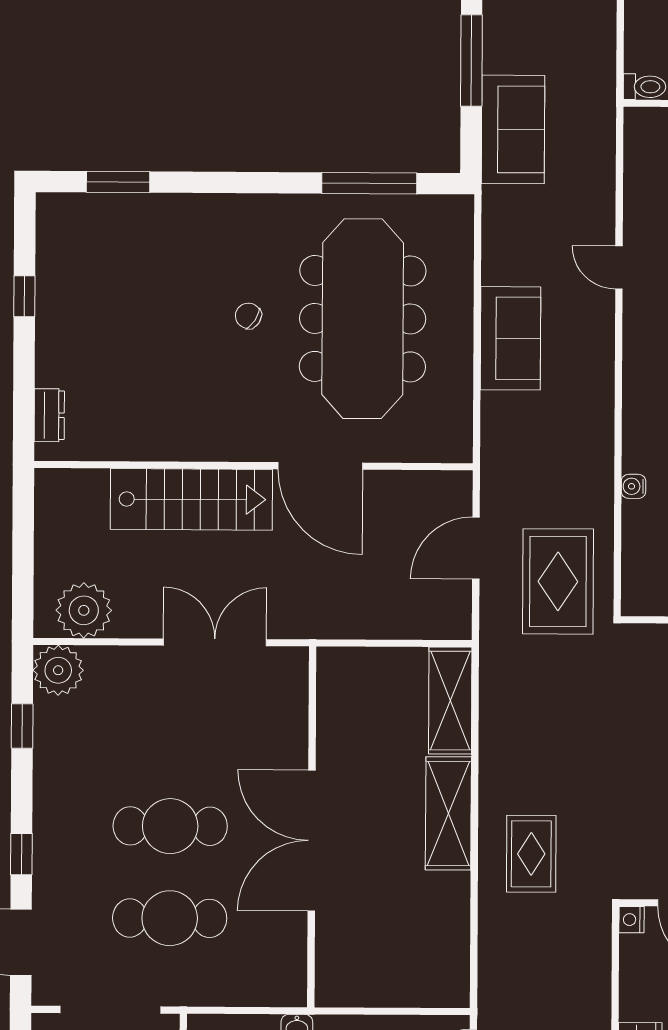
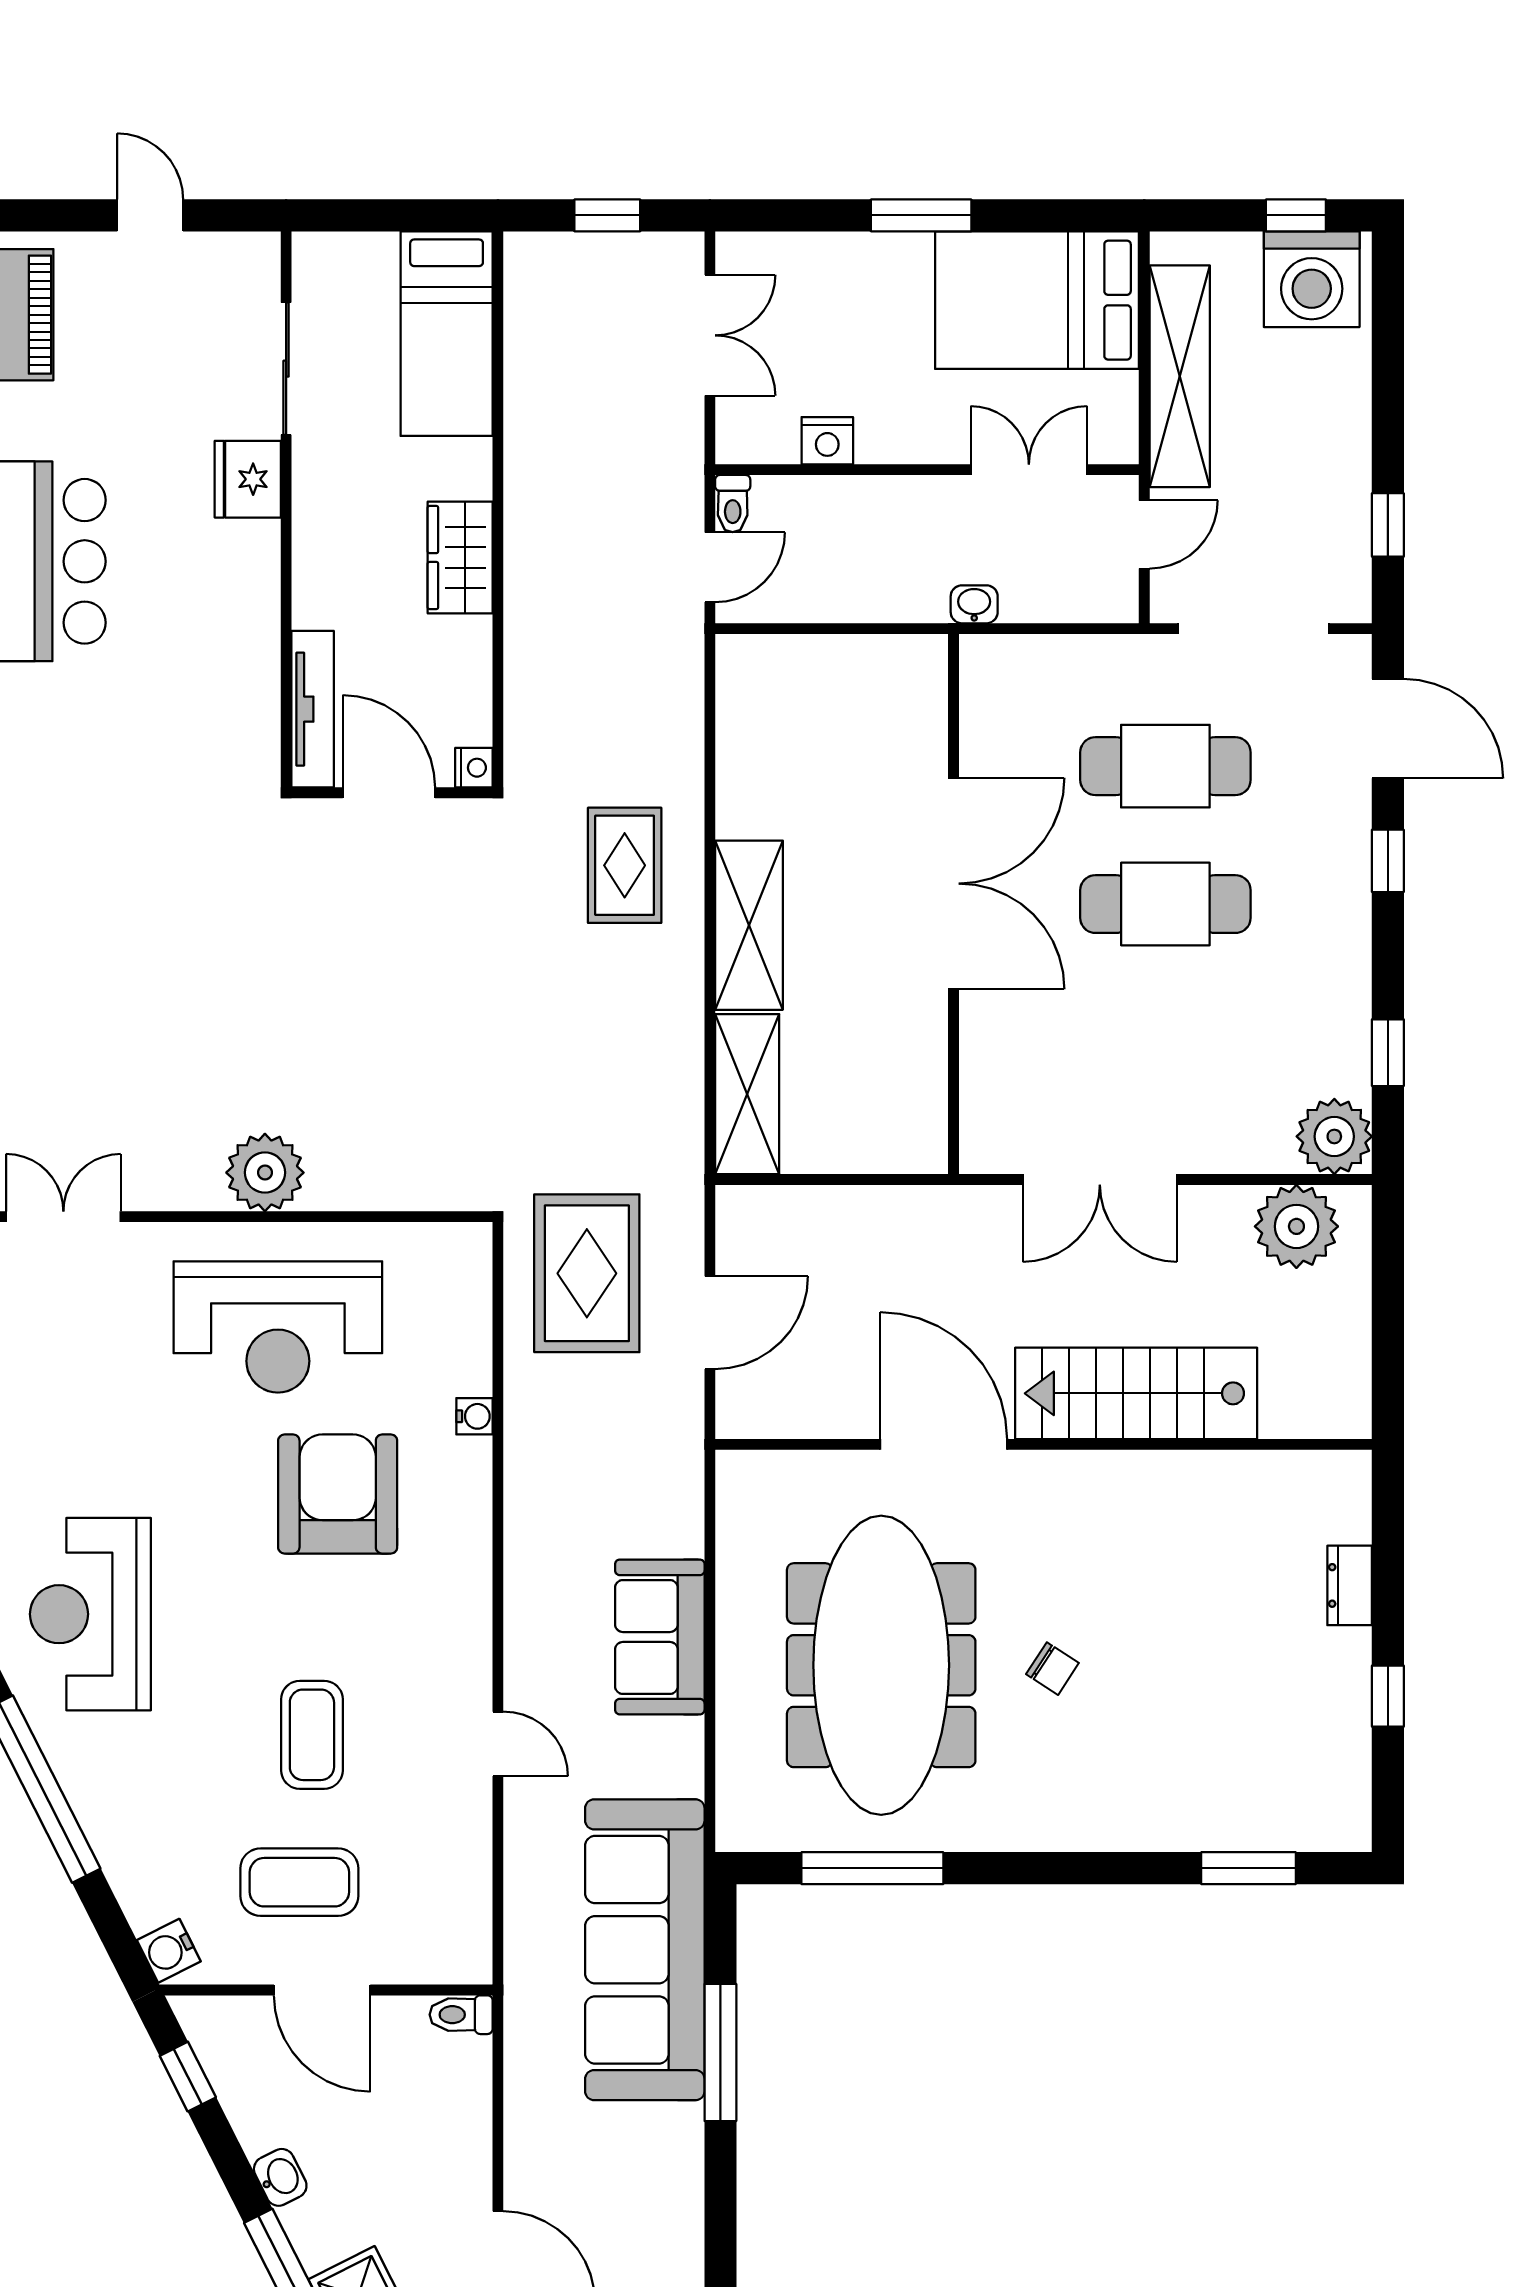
sofa: (513, 129) -> (645, 1950), width x1.85, depth x1.27
dresser: (49, 415) -> (1350, 1585), moved

